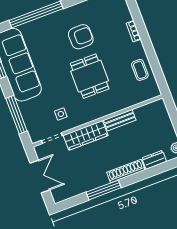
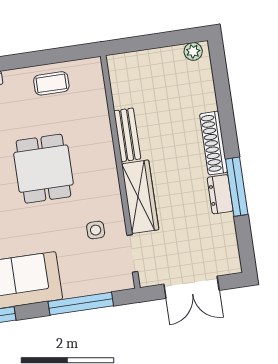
dining table: (90, 76) -> (43, 169), turned 90
dresser: (154, 160) -> (220, 194), moved
double door: (40, 176) -> (192, 287), swing flipped

